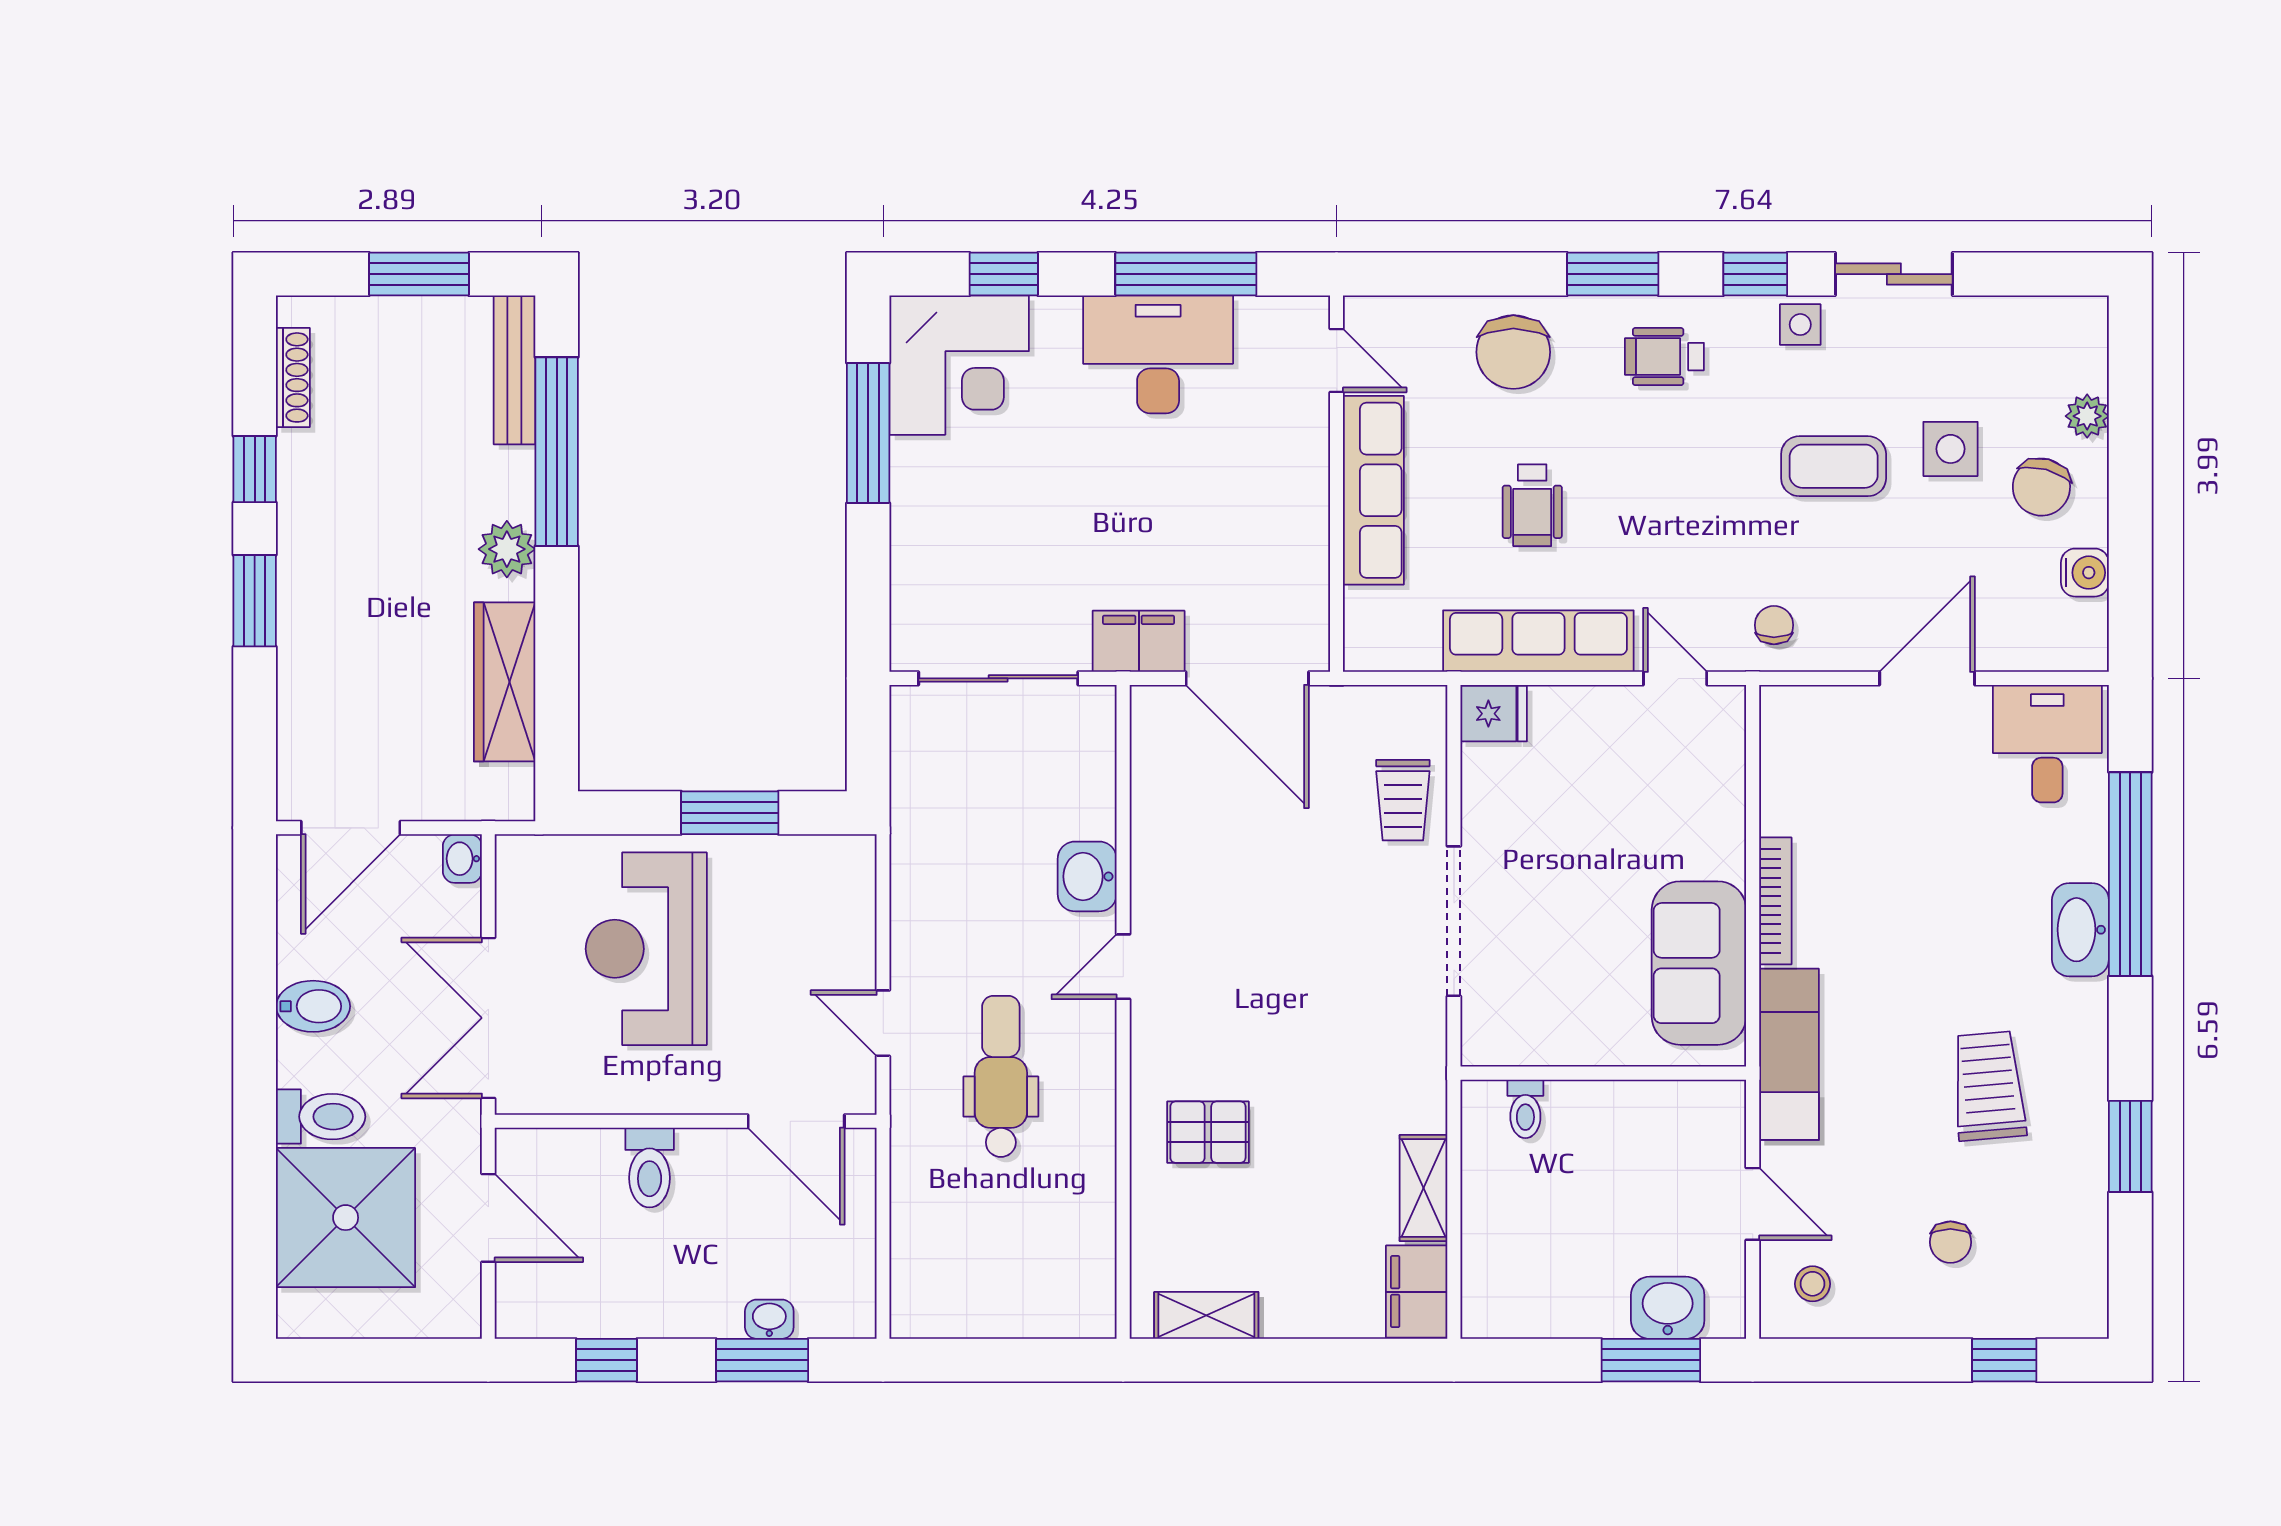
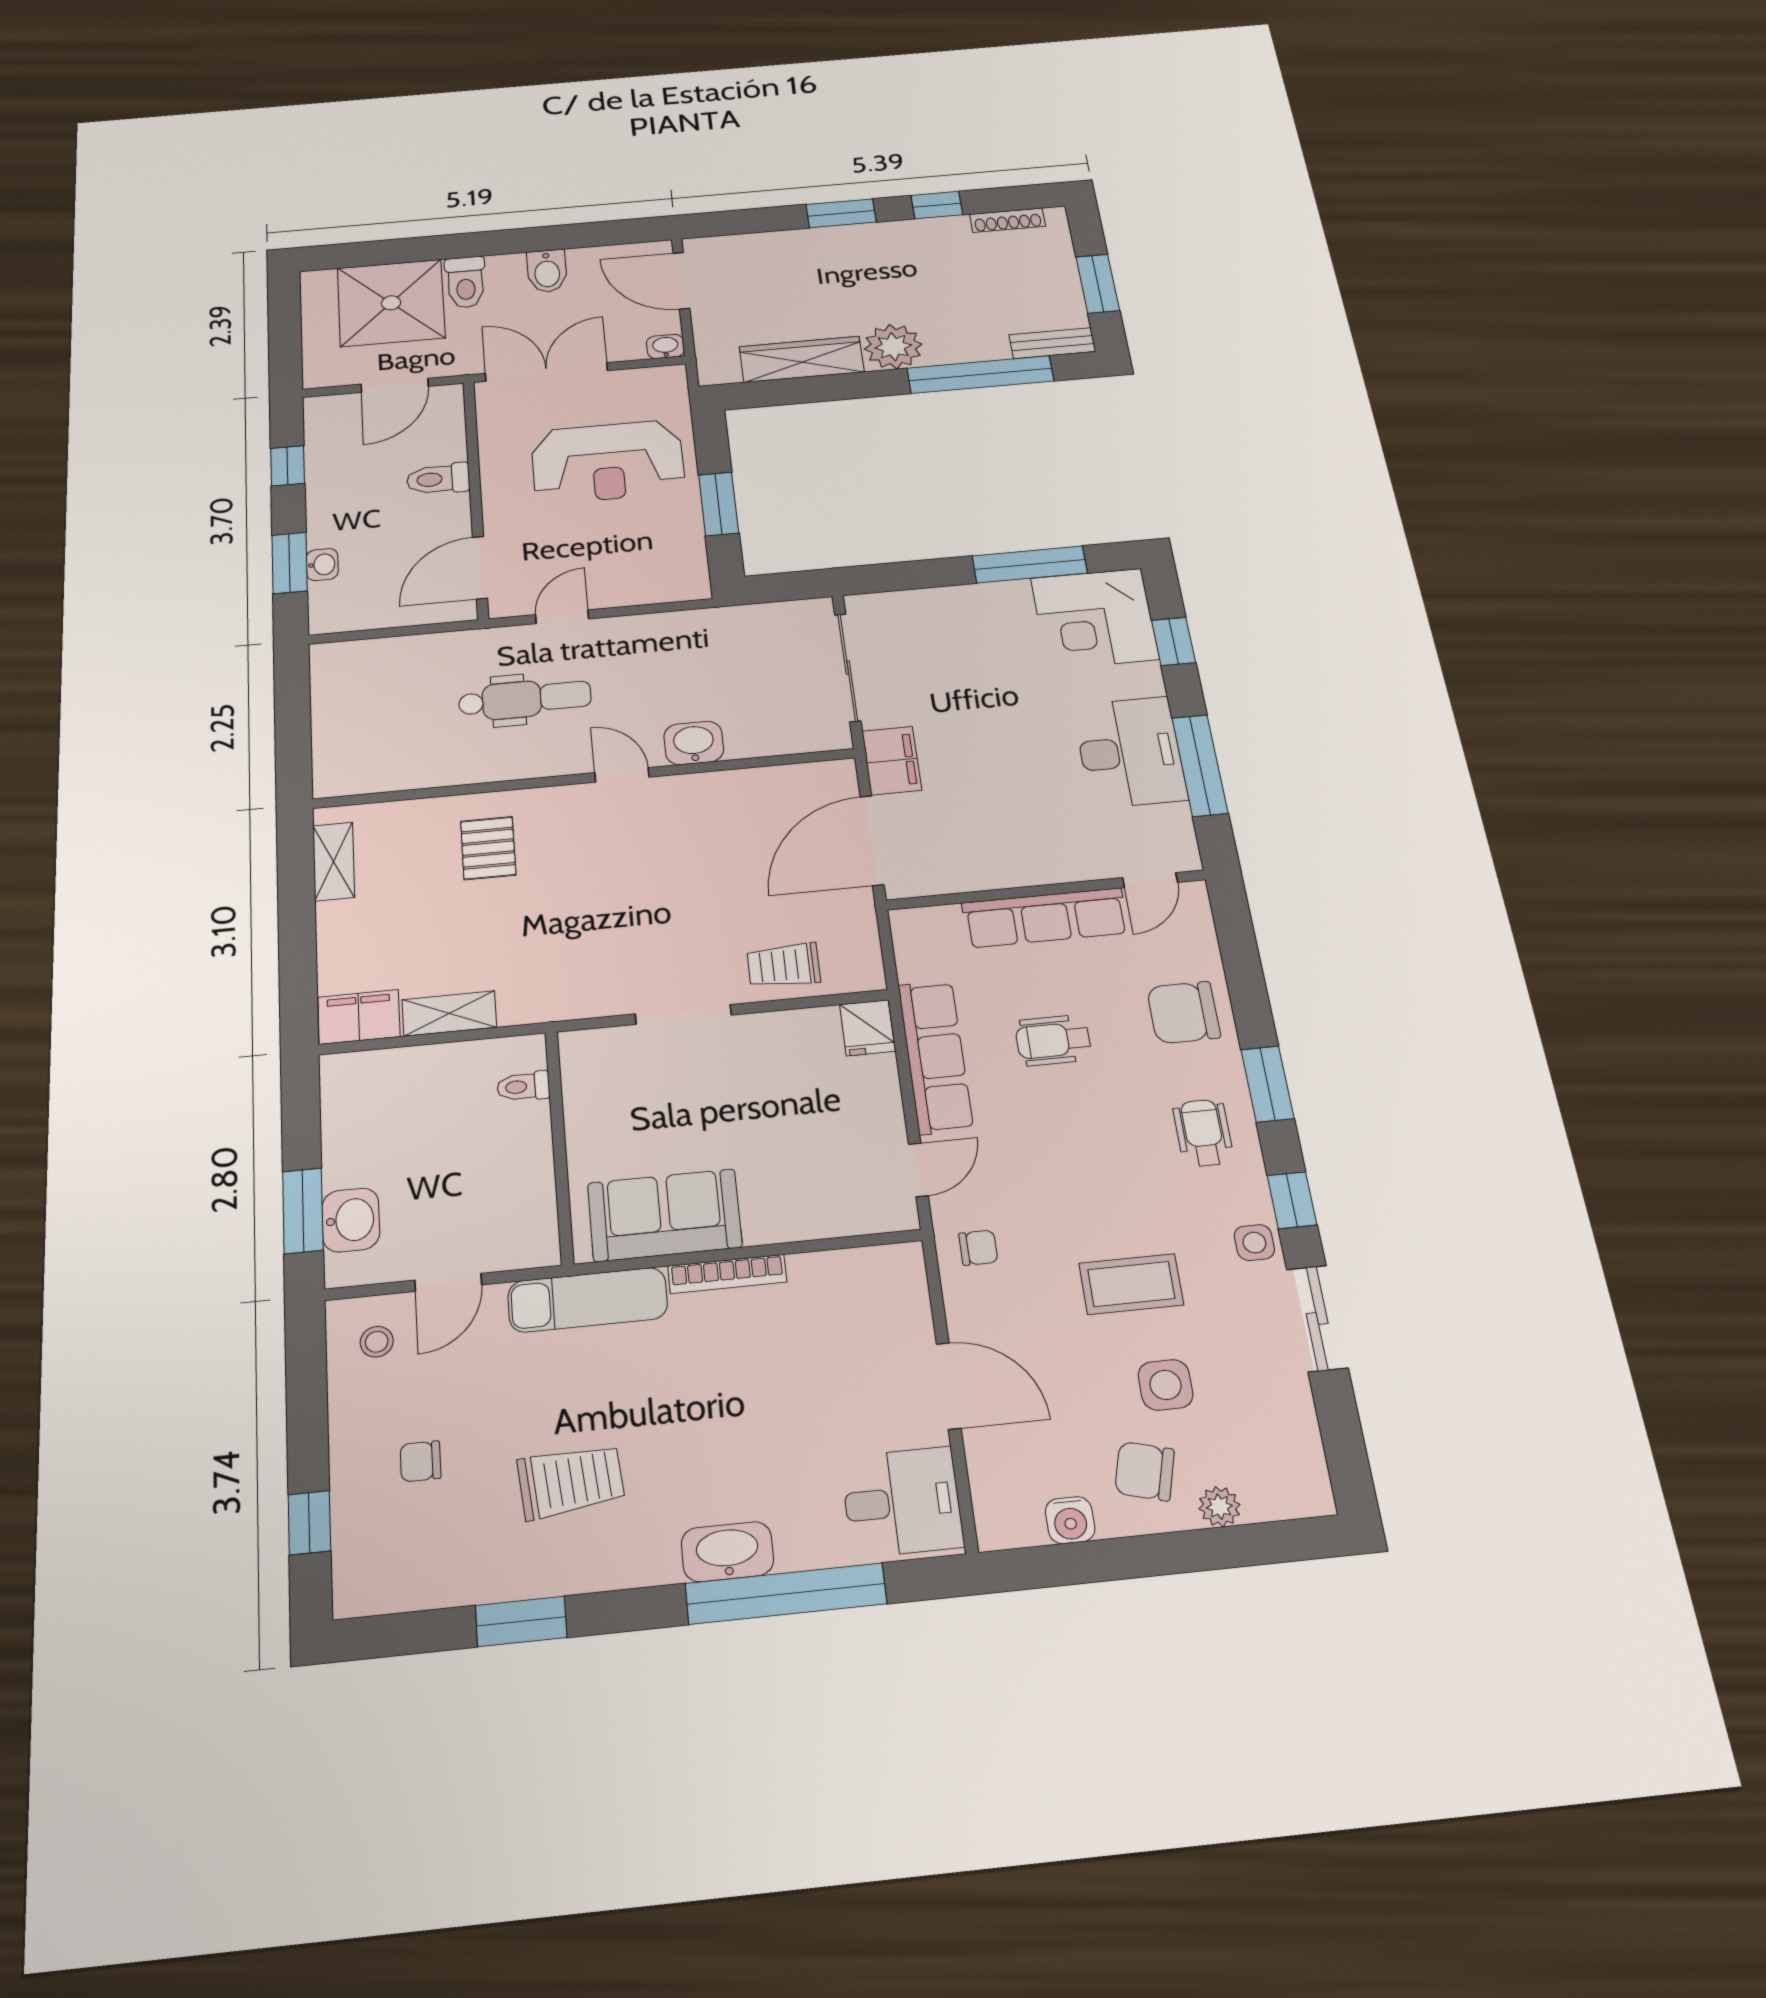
bench: (514, 370) -> (1052, 343), width x0.73
coffee table: (1834, 466) -> (1131, 1284), turned 90
plant: (507, 549) -> (893, 347), width x1.36, depth x1.36
doorway: (1454, 921) -> (683, 1014), width x0.73
reception desk: (646, 949) -> (608, 462), turned 180

